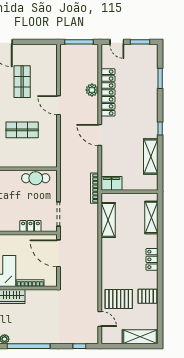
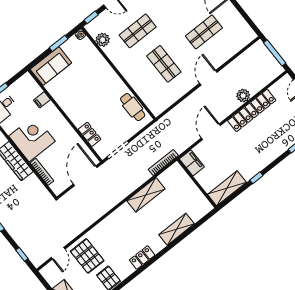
filing cabinet: (111, 183) -> (192, 163), moved
wall: (129, 192) -> (197, 183), moved

